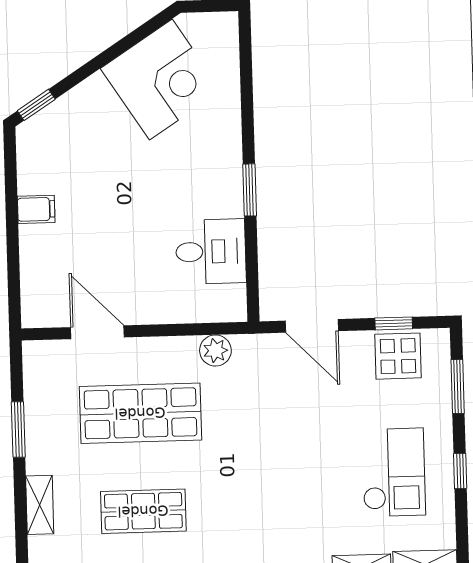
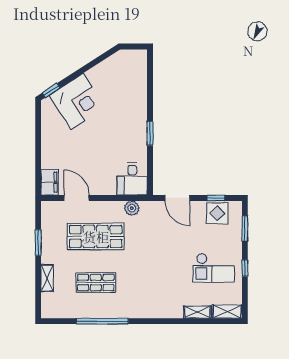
corner desk: (161, 79) -> (77, 101), moved
filing cabinet: (36, 209) -> (50, 182), moved, width x2.00
desk: (211, 252) -> (132, 179), moved, turned 90
checkout: (394, 472) -> (214, 268), turned 90

